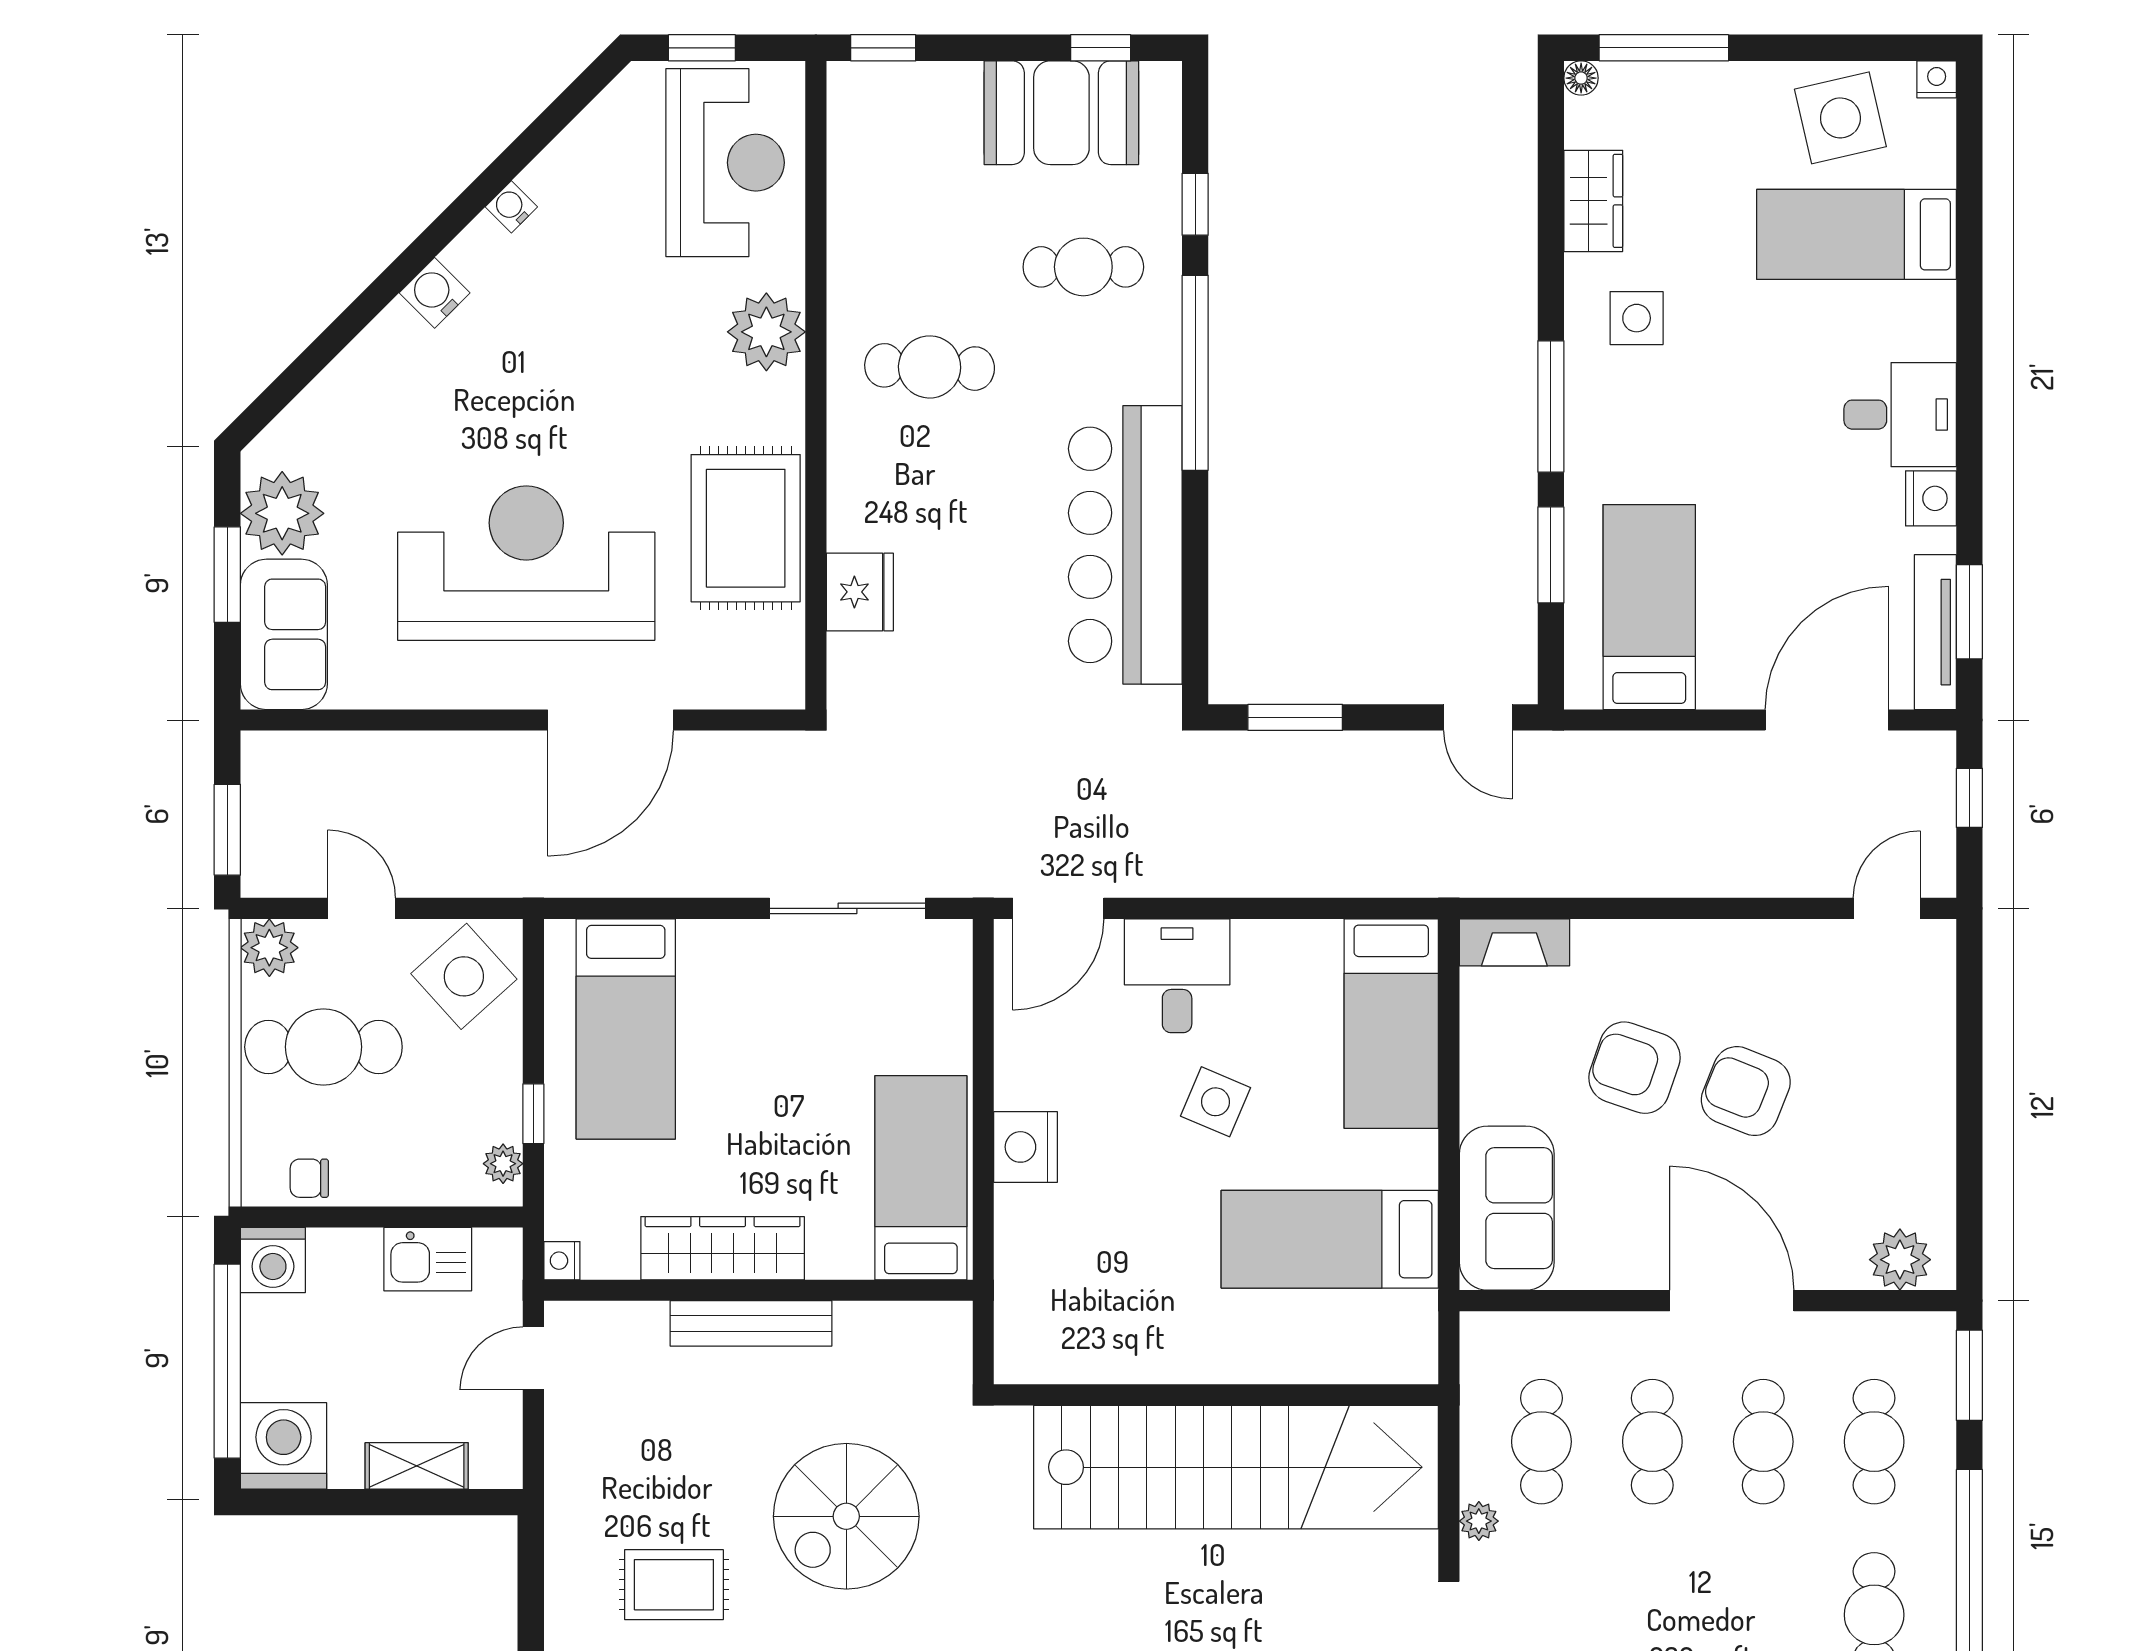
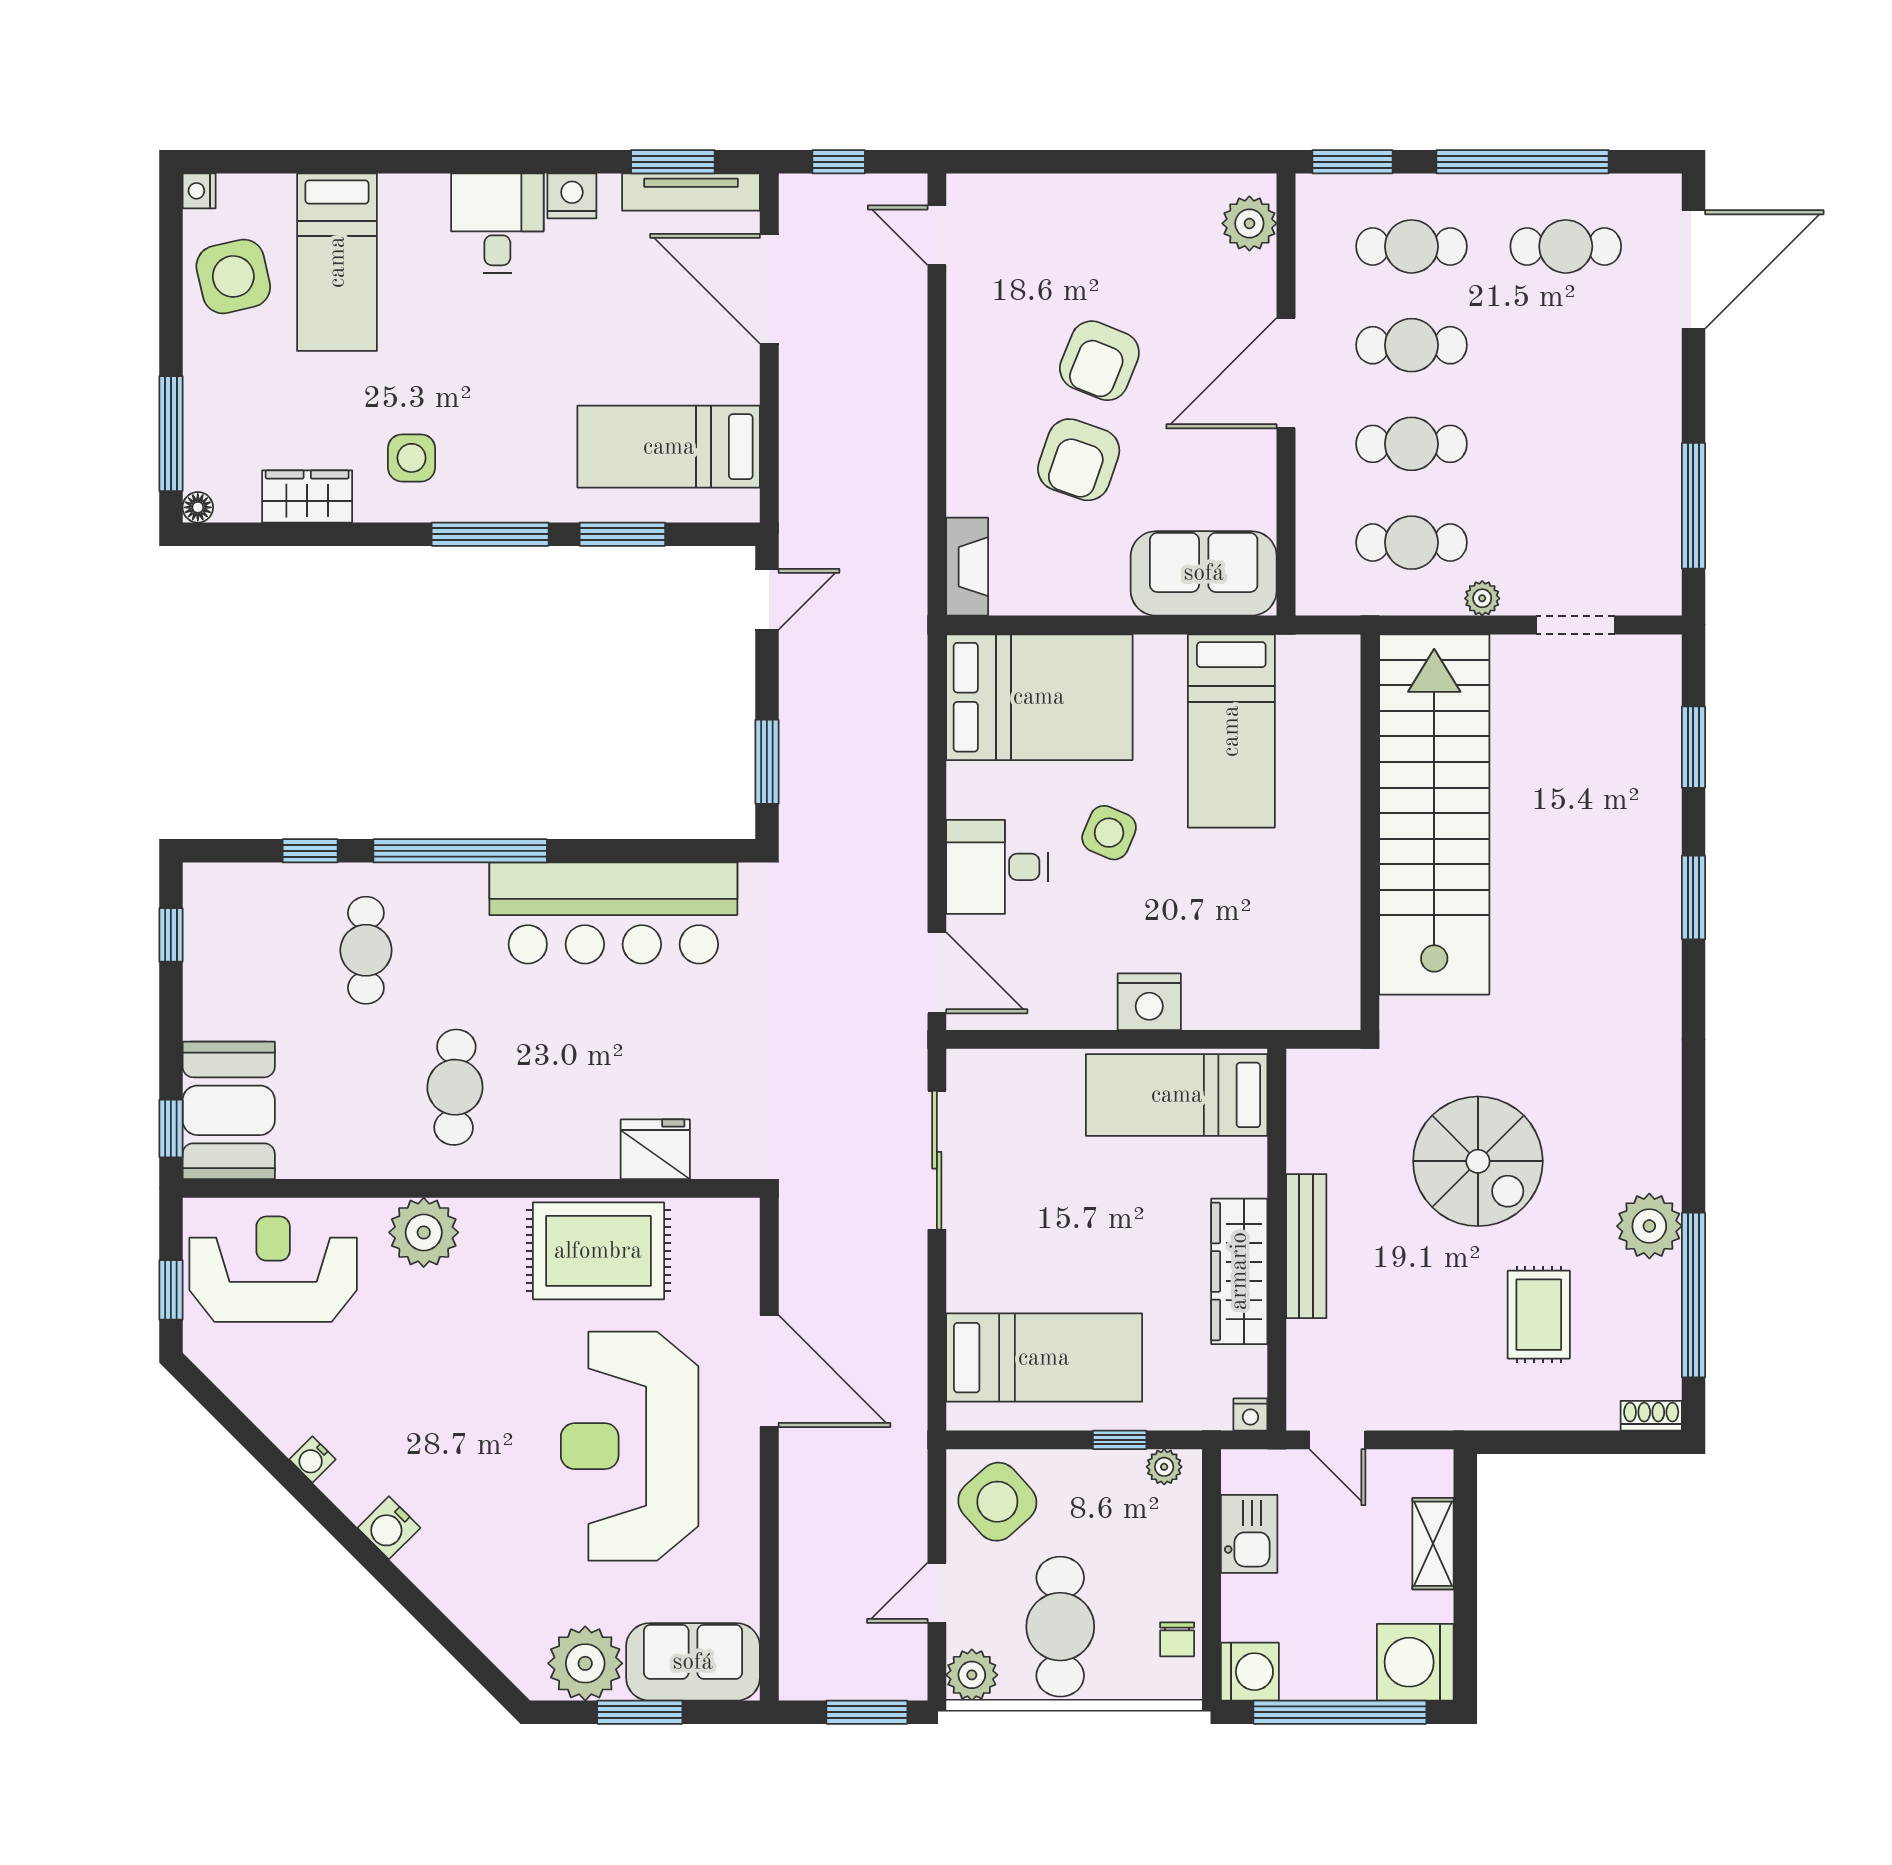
booth: (1061, 113) -> (229, 1110), moved
bed: (1391, 1024) -> (1039, 697), width x1.50

